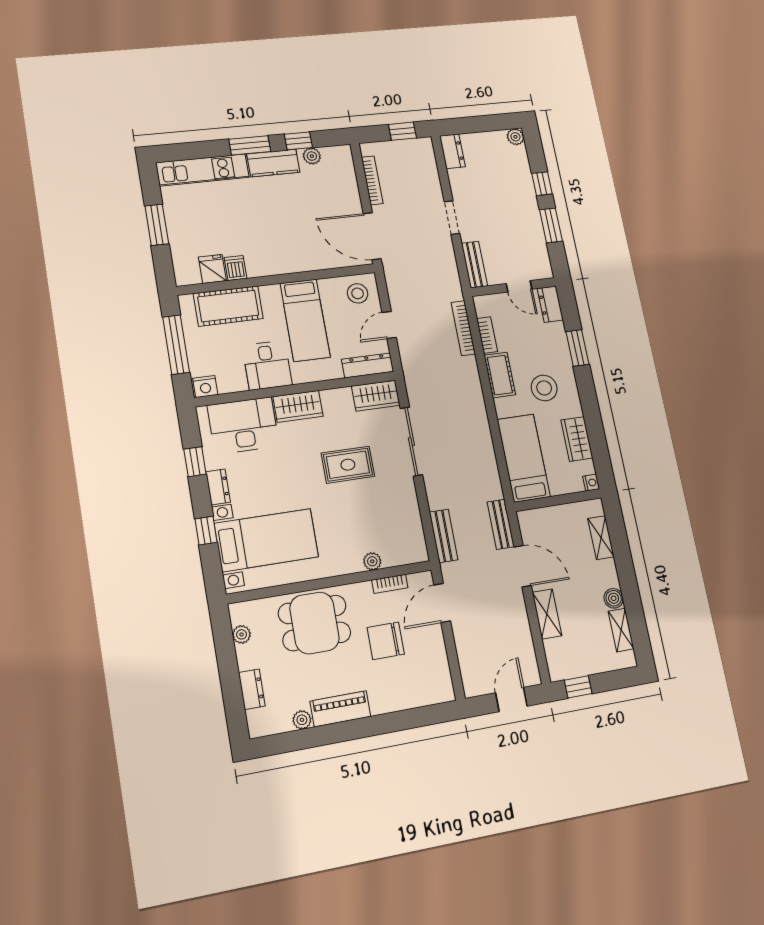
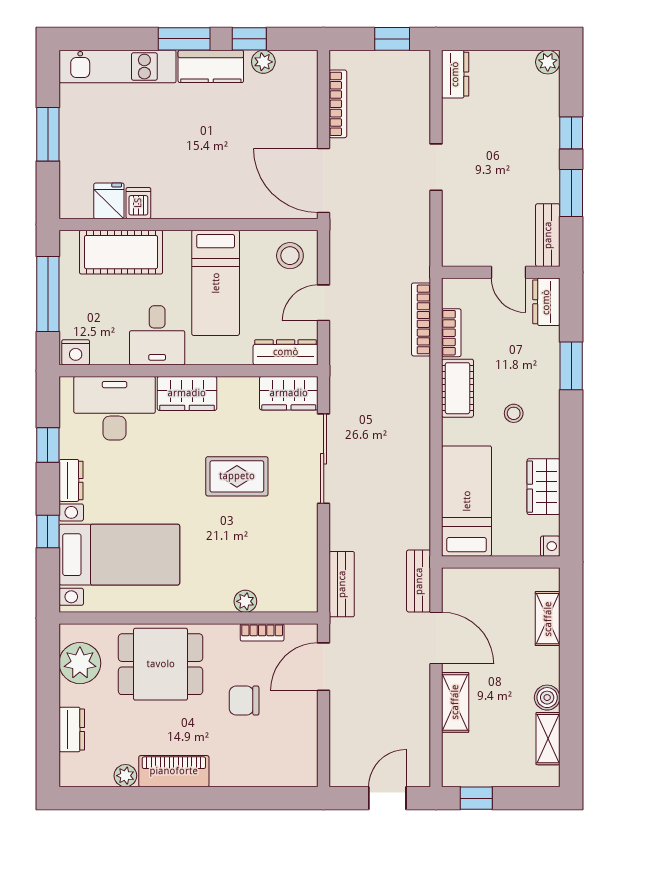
bench: (474, 264) -> (548, 235), moved
stool: (544, 388) -> (514, 413), width x0.53, depth x0.53
plant: (242, 634) -> (80, 663), width x1.88, depth x1.88
chair: (386, 641) -> (244, 701), width x0.73, depth x0.73

